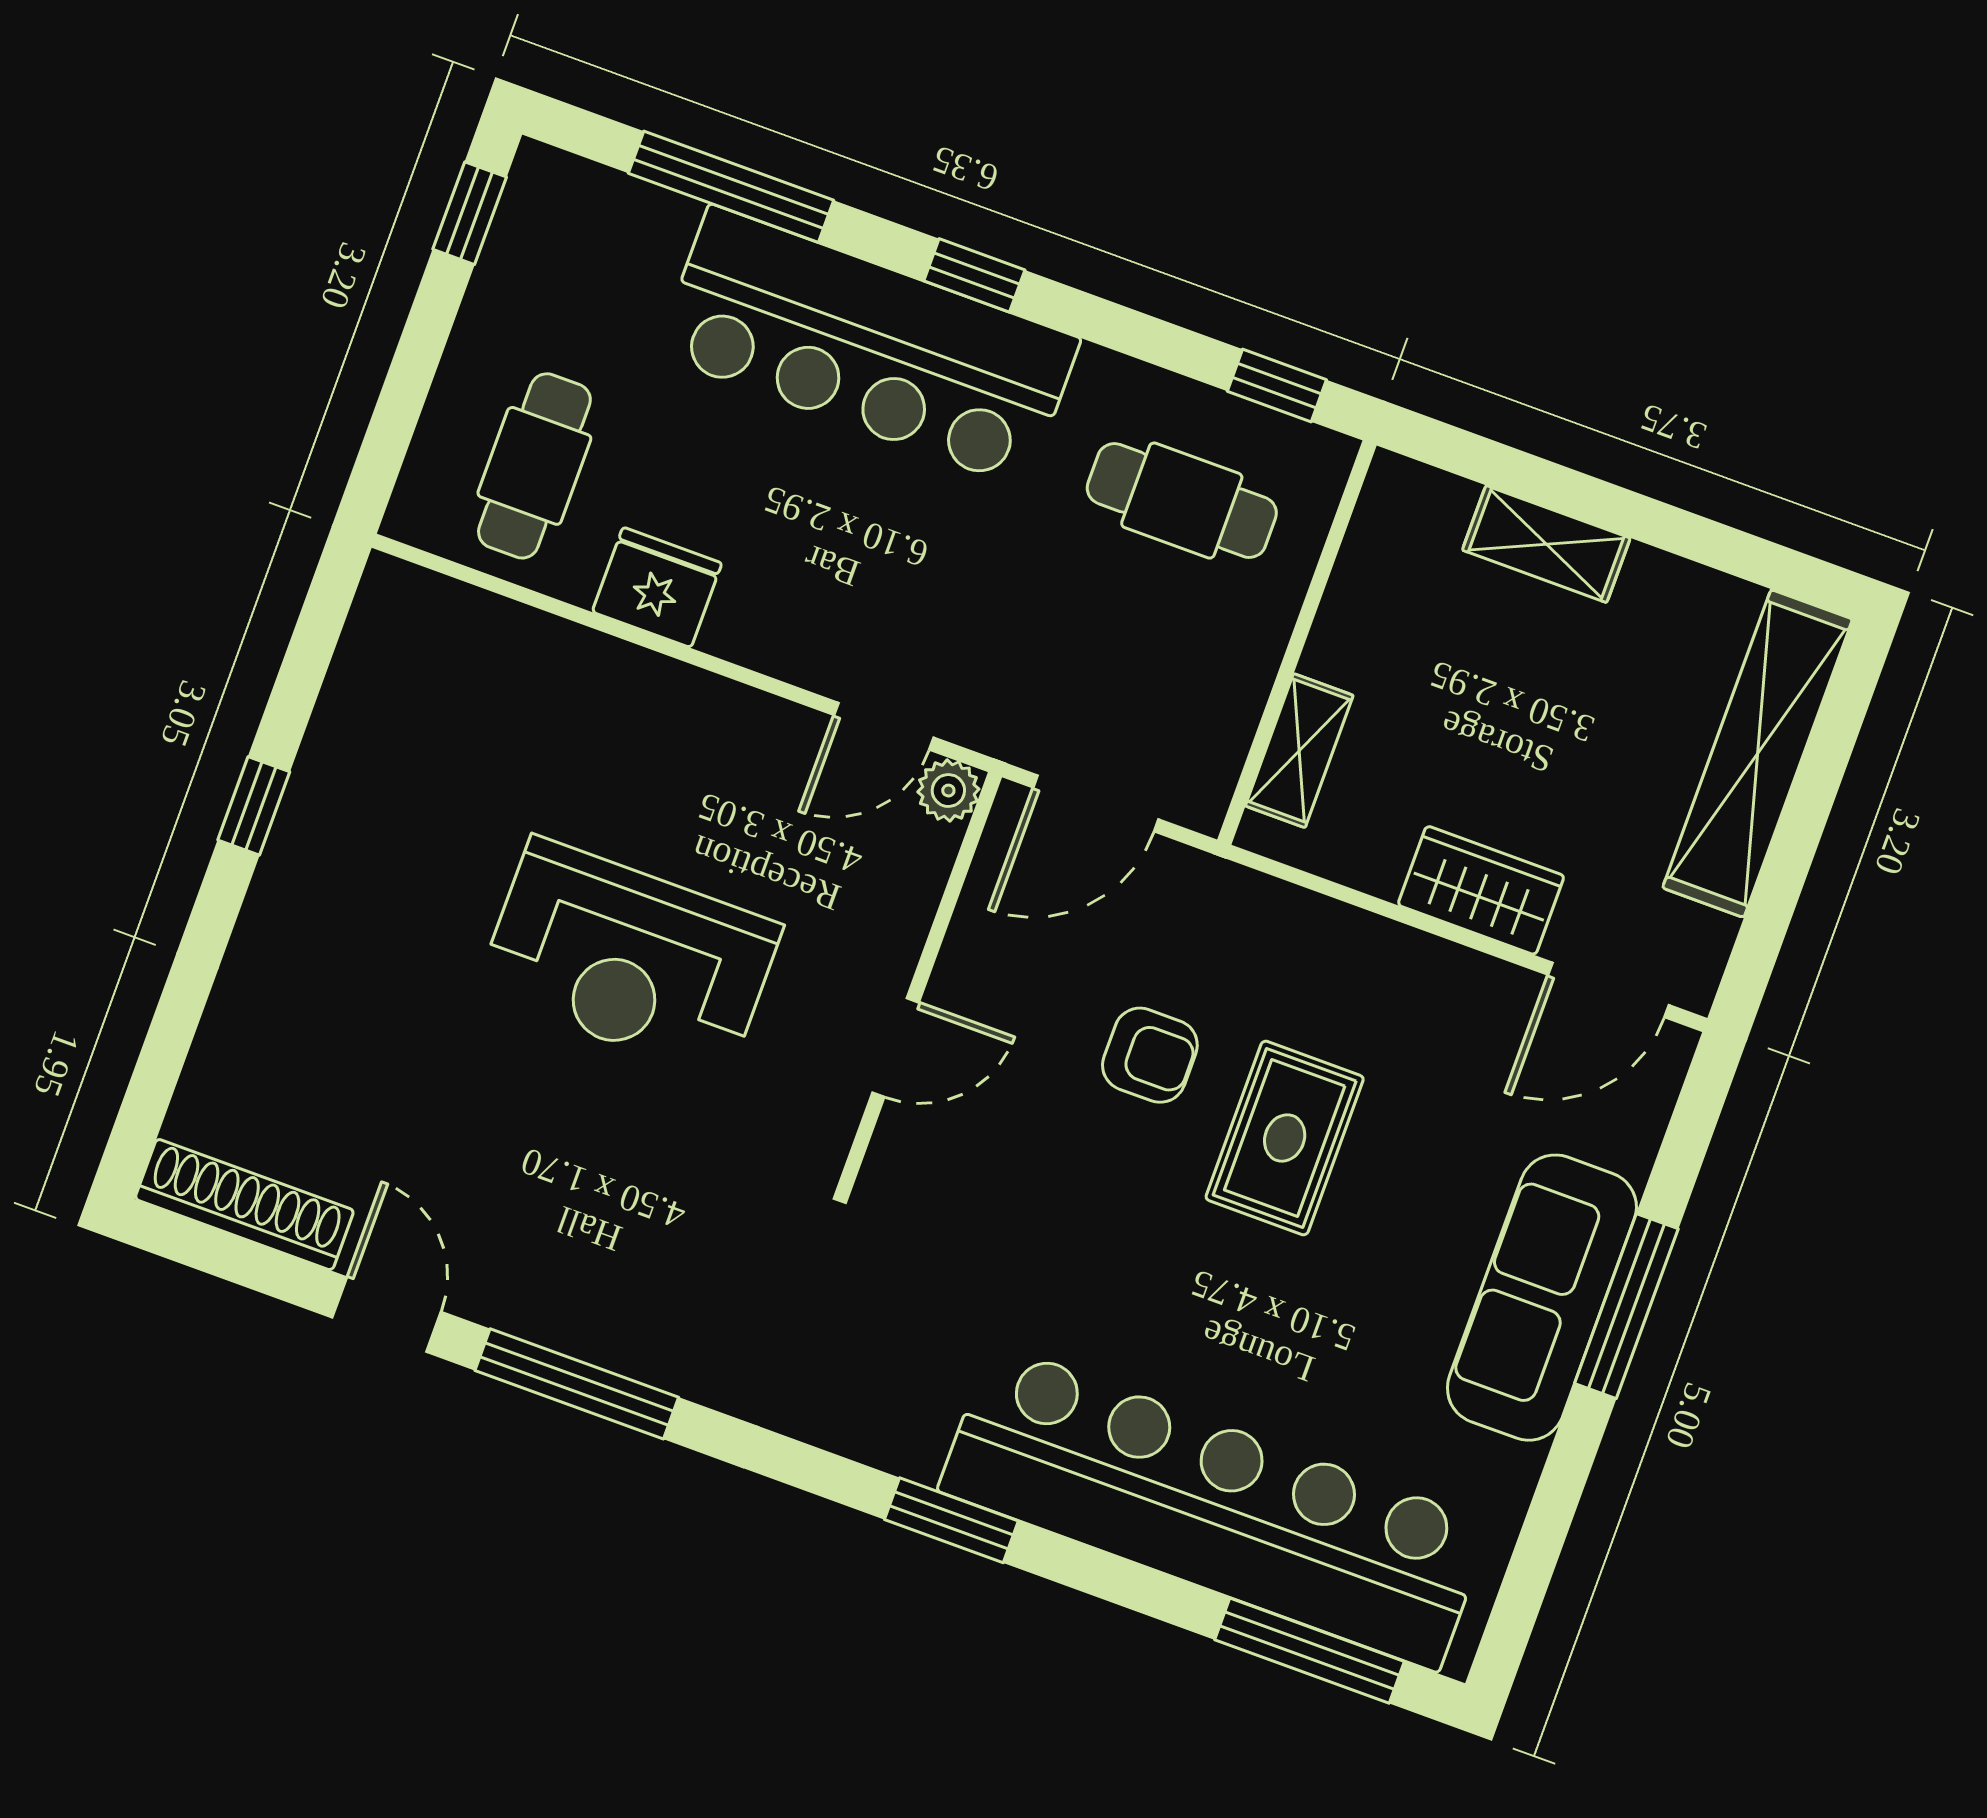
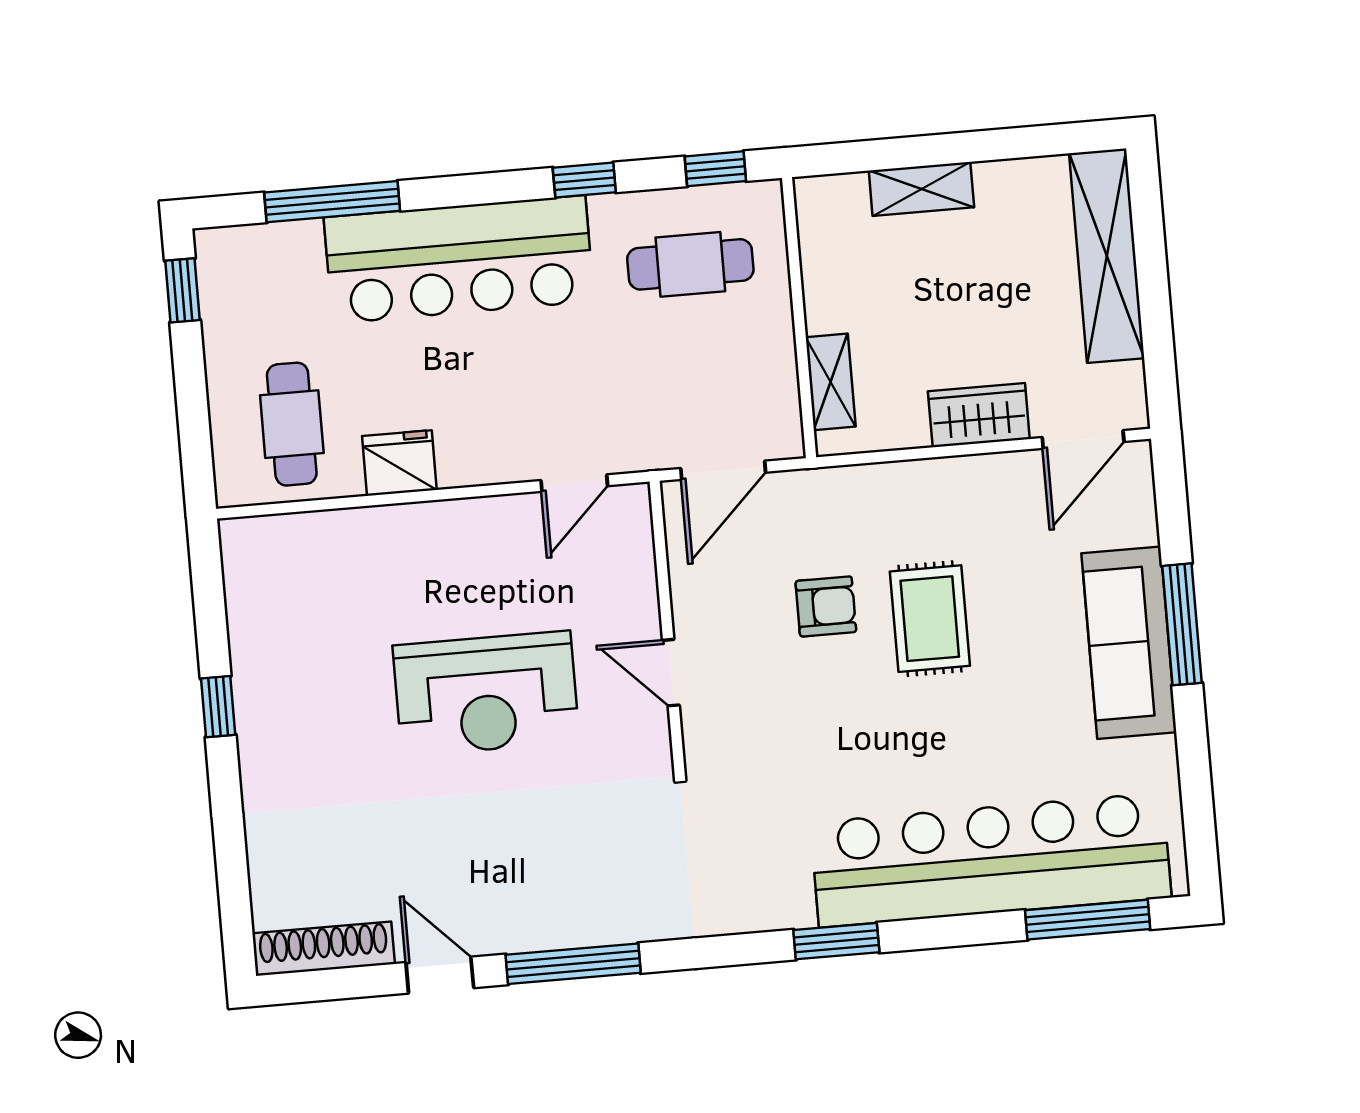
window: (974, 275) -> (584, 180), moved
plant: (948, 791) -> (631, 504), removed
door: (896, 1047) -> (671, 673), swing flipped

